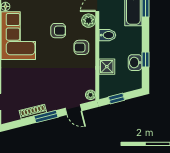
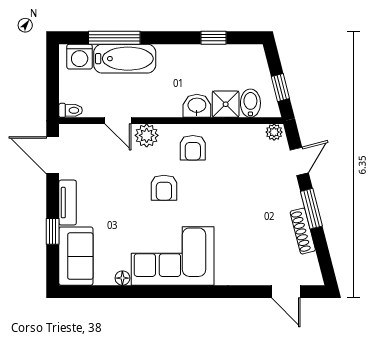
armchair: (58, 31) -> (164, 188), turned 180
bidet: (107, 35) -> (250, 103), moved
washbasin: (135, 63) -> (197, 106), moved, turned 180

